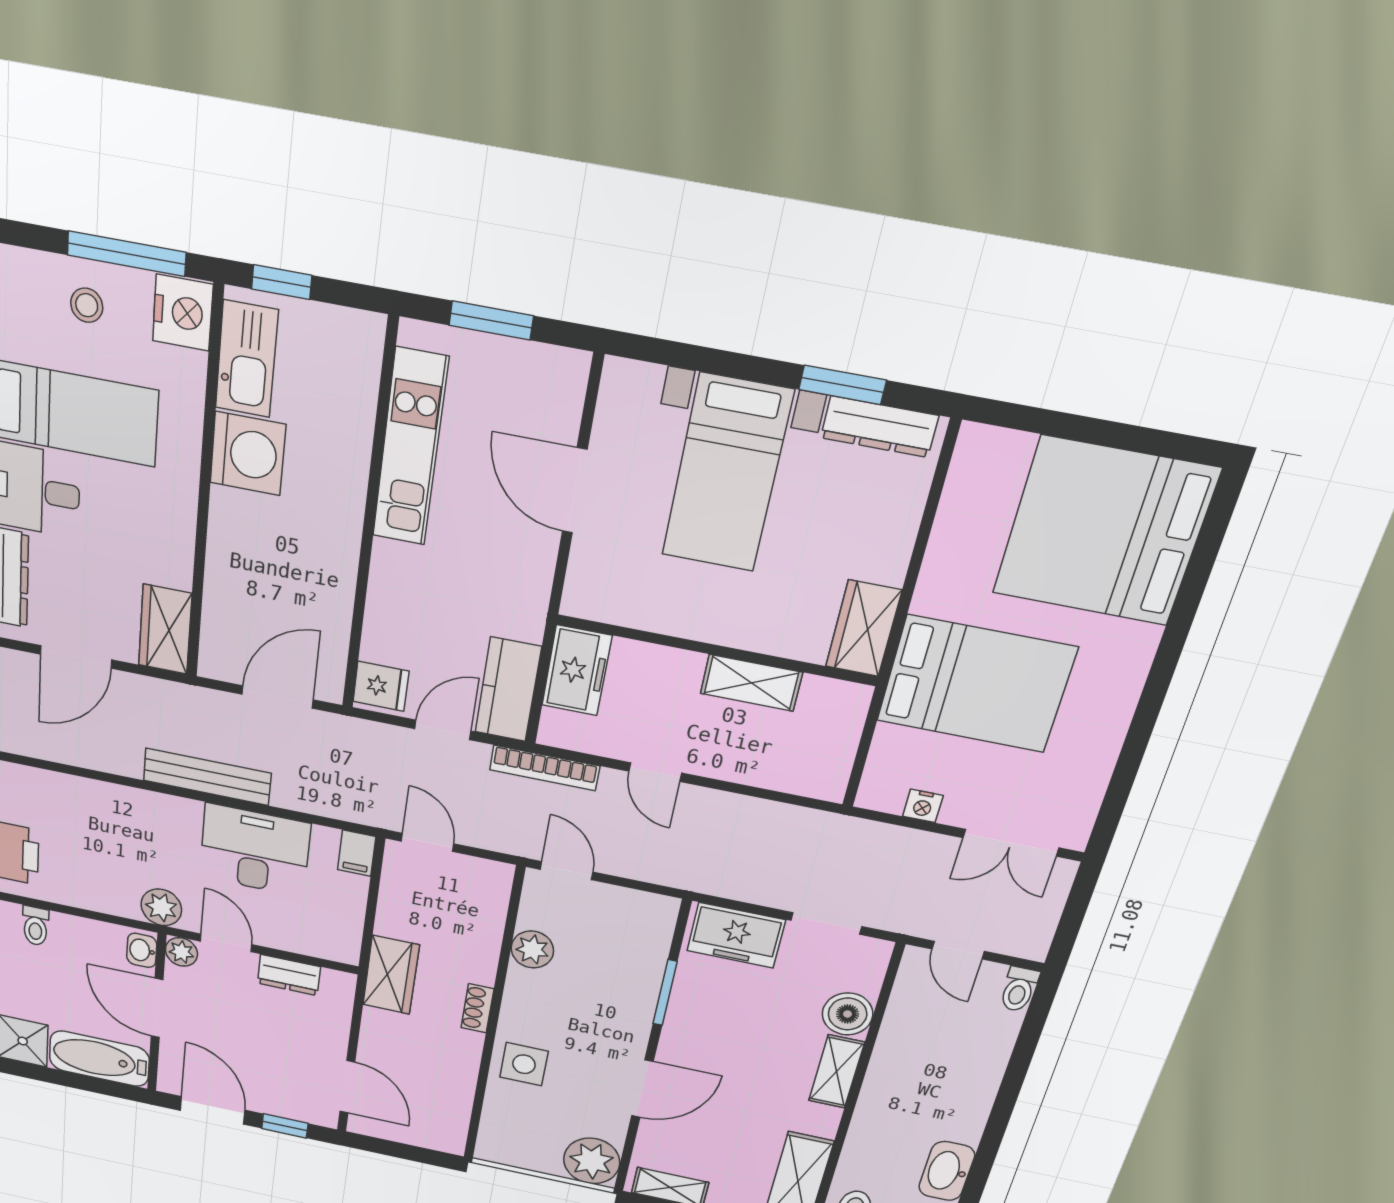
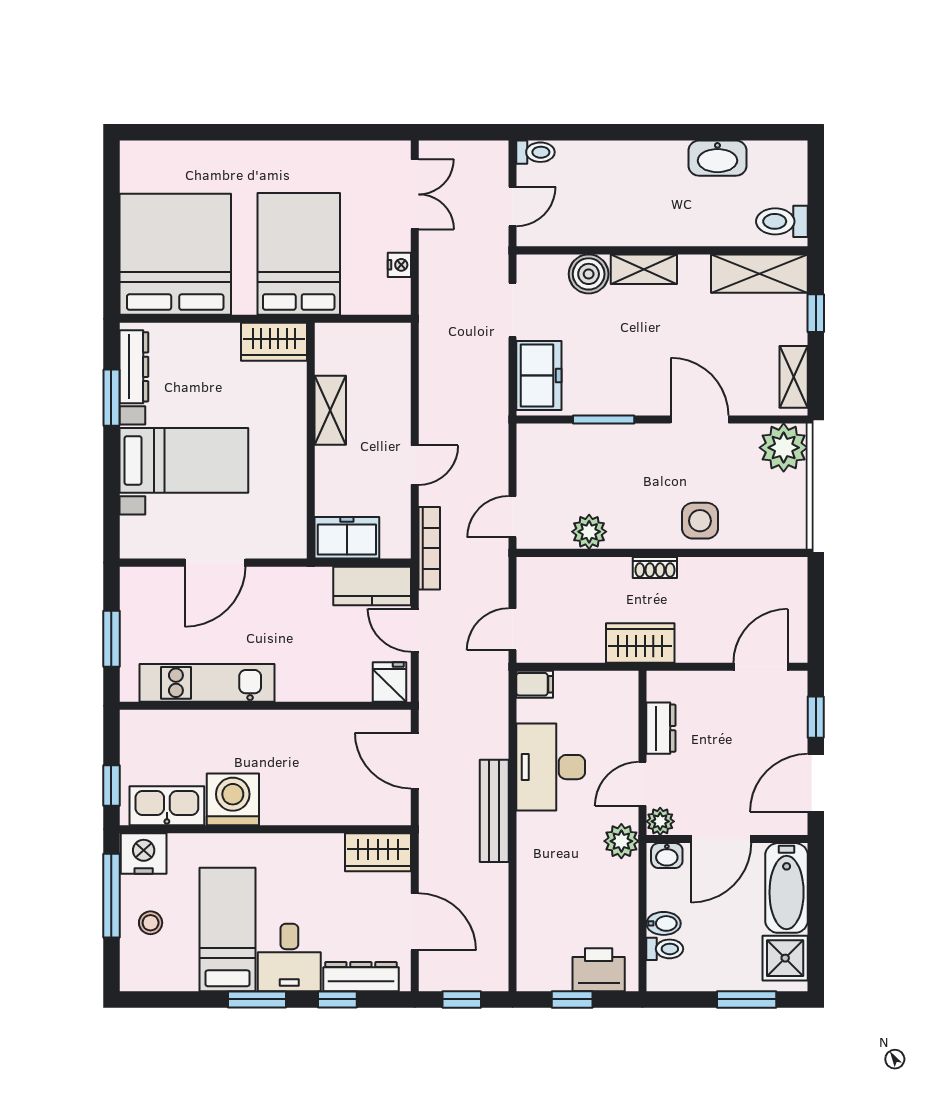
bed: (1105, 532) -> (175, 254), moved, turned 180
bidet: (65, 931) -> (664, 923), added

